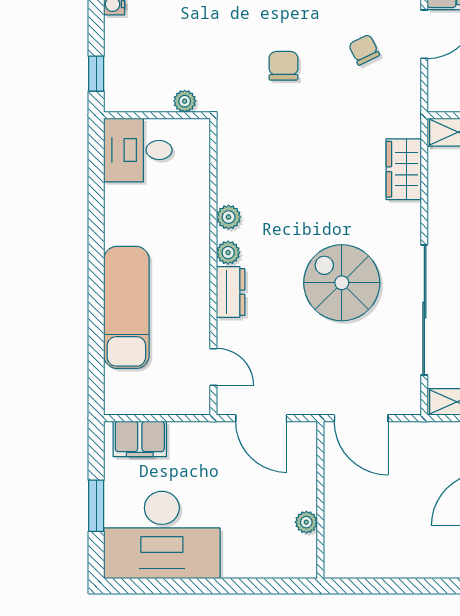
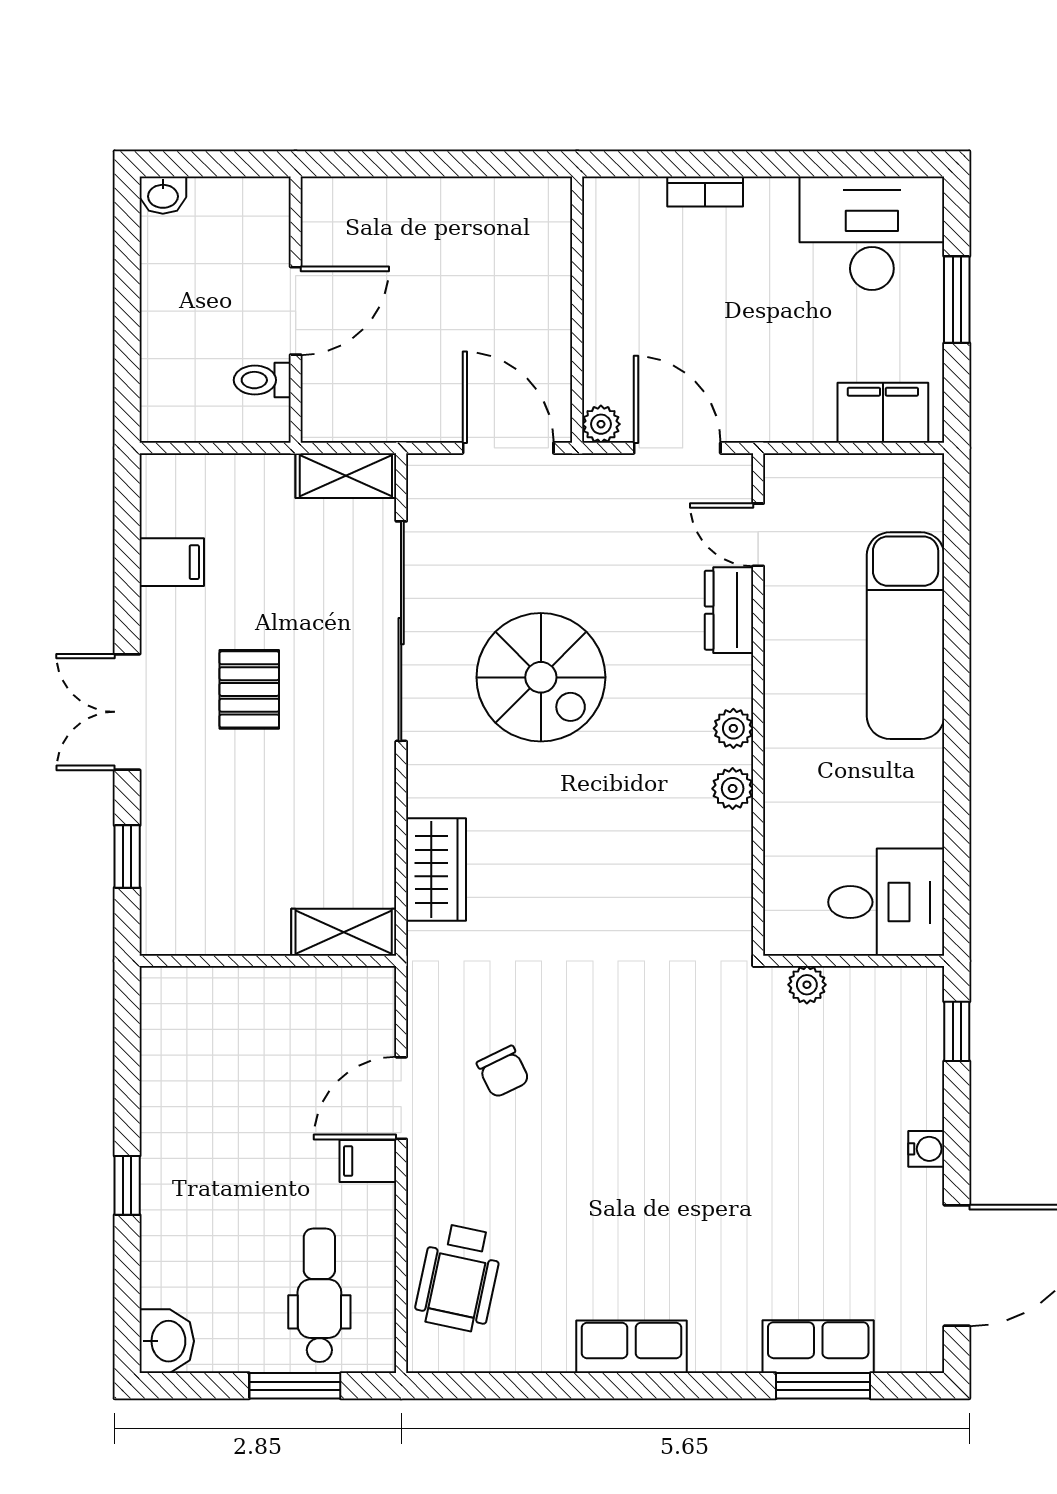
chair: (283, 66) -> (640, 1045), removed
dresser: (231, 292) -> (729, 610), moved
plant: (306, 522) -> (601, 424), moved
desk: (162, 535) -> (872, 233), width x0.73, depth x0.77
bookcase: (245, 570) -> (705, 192), added

